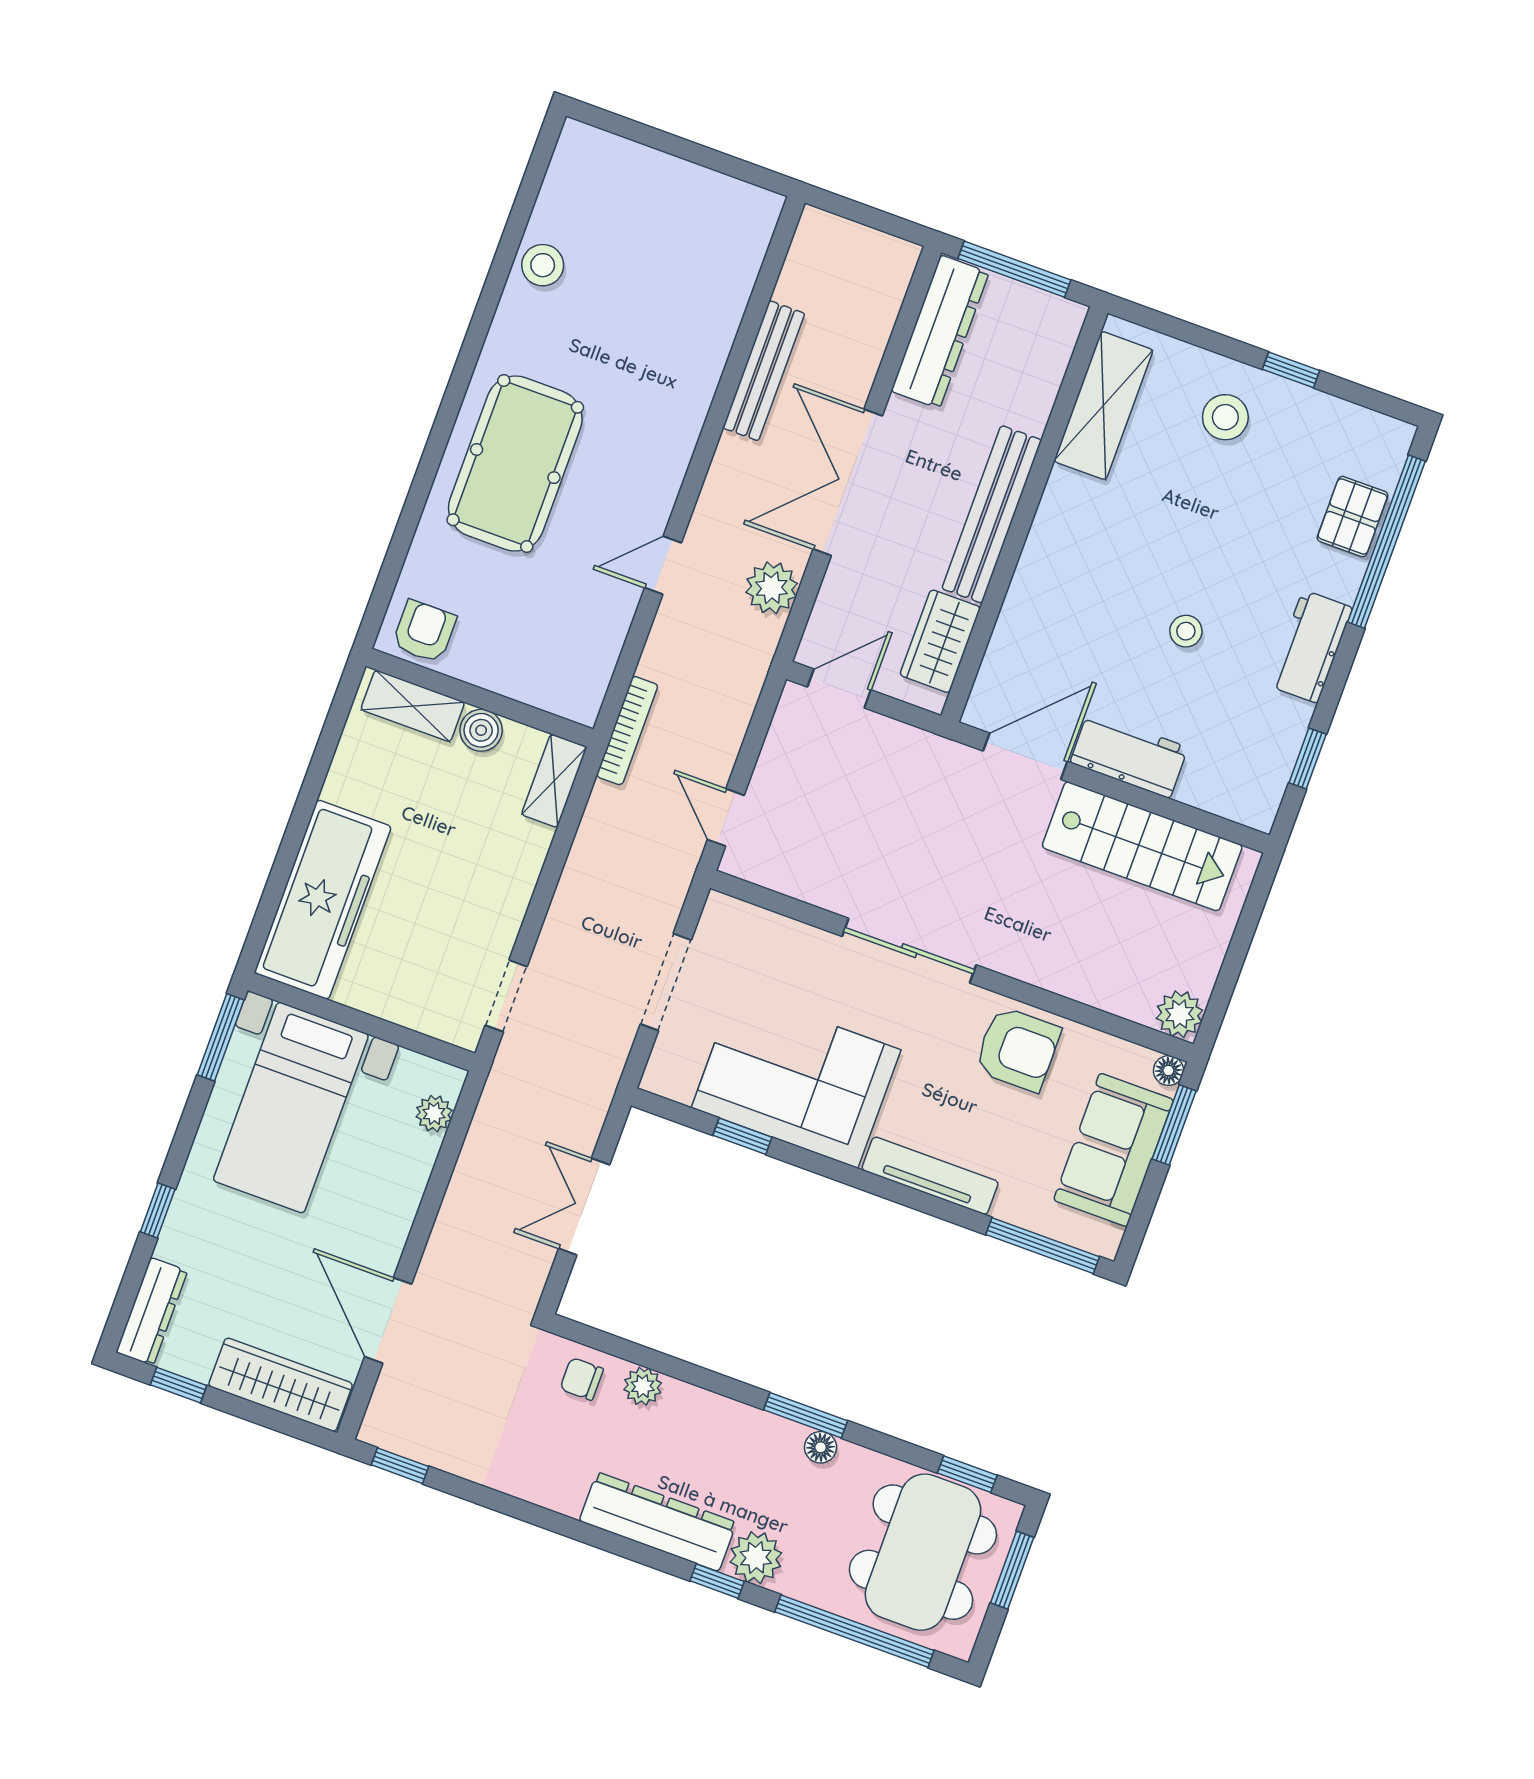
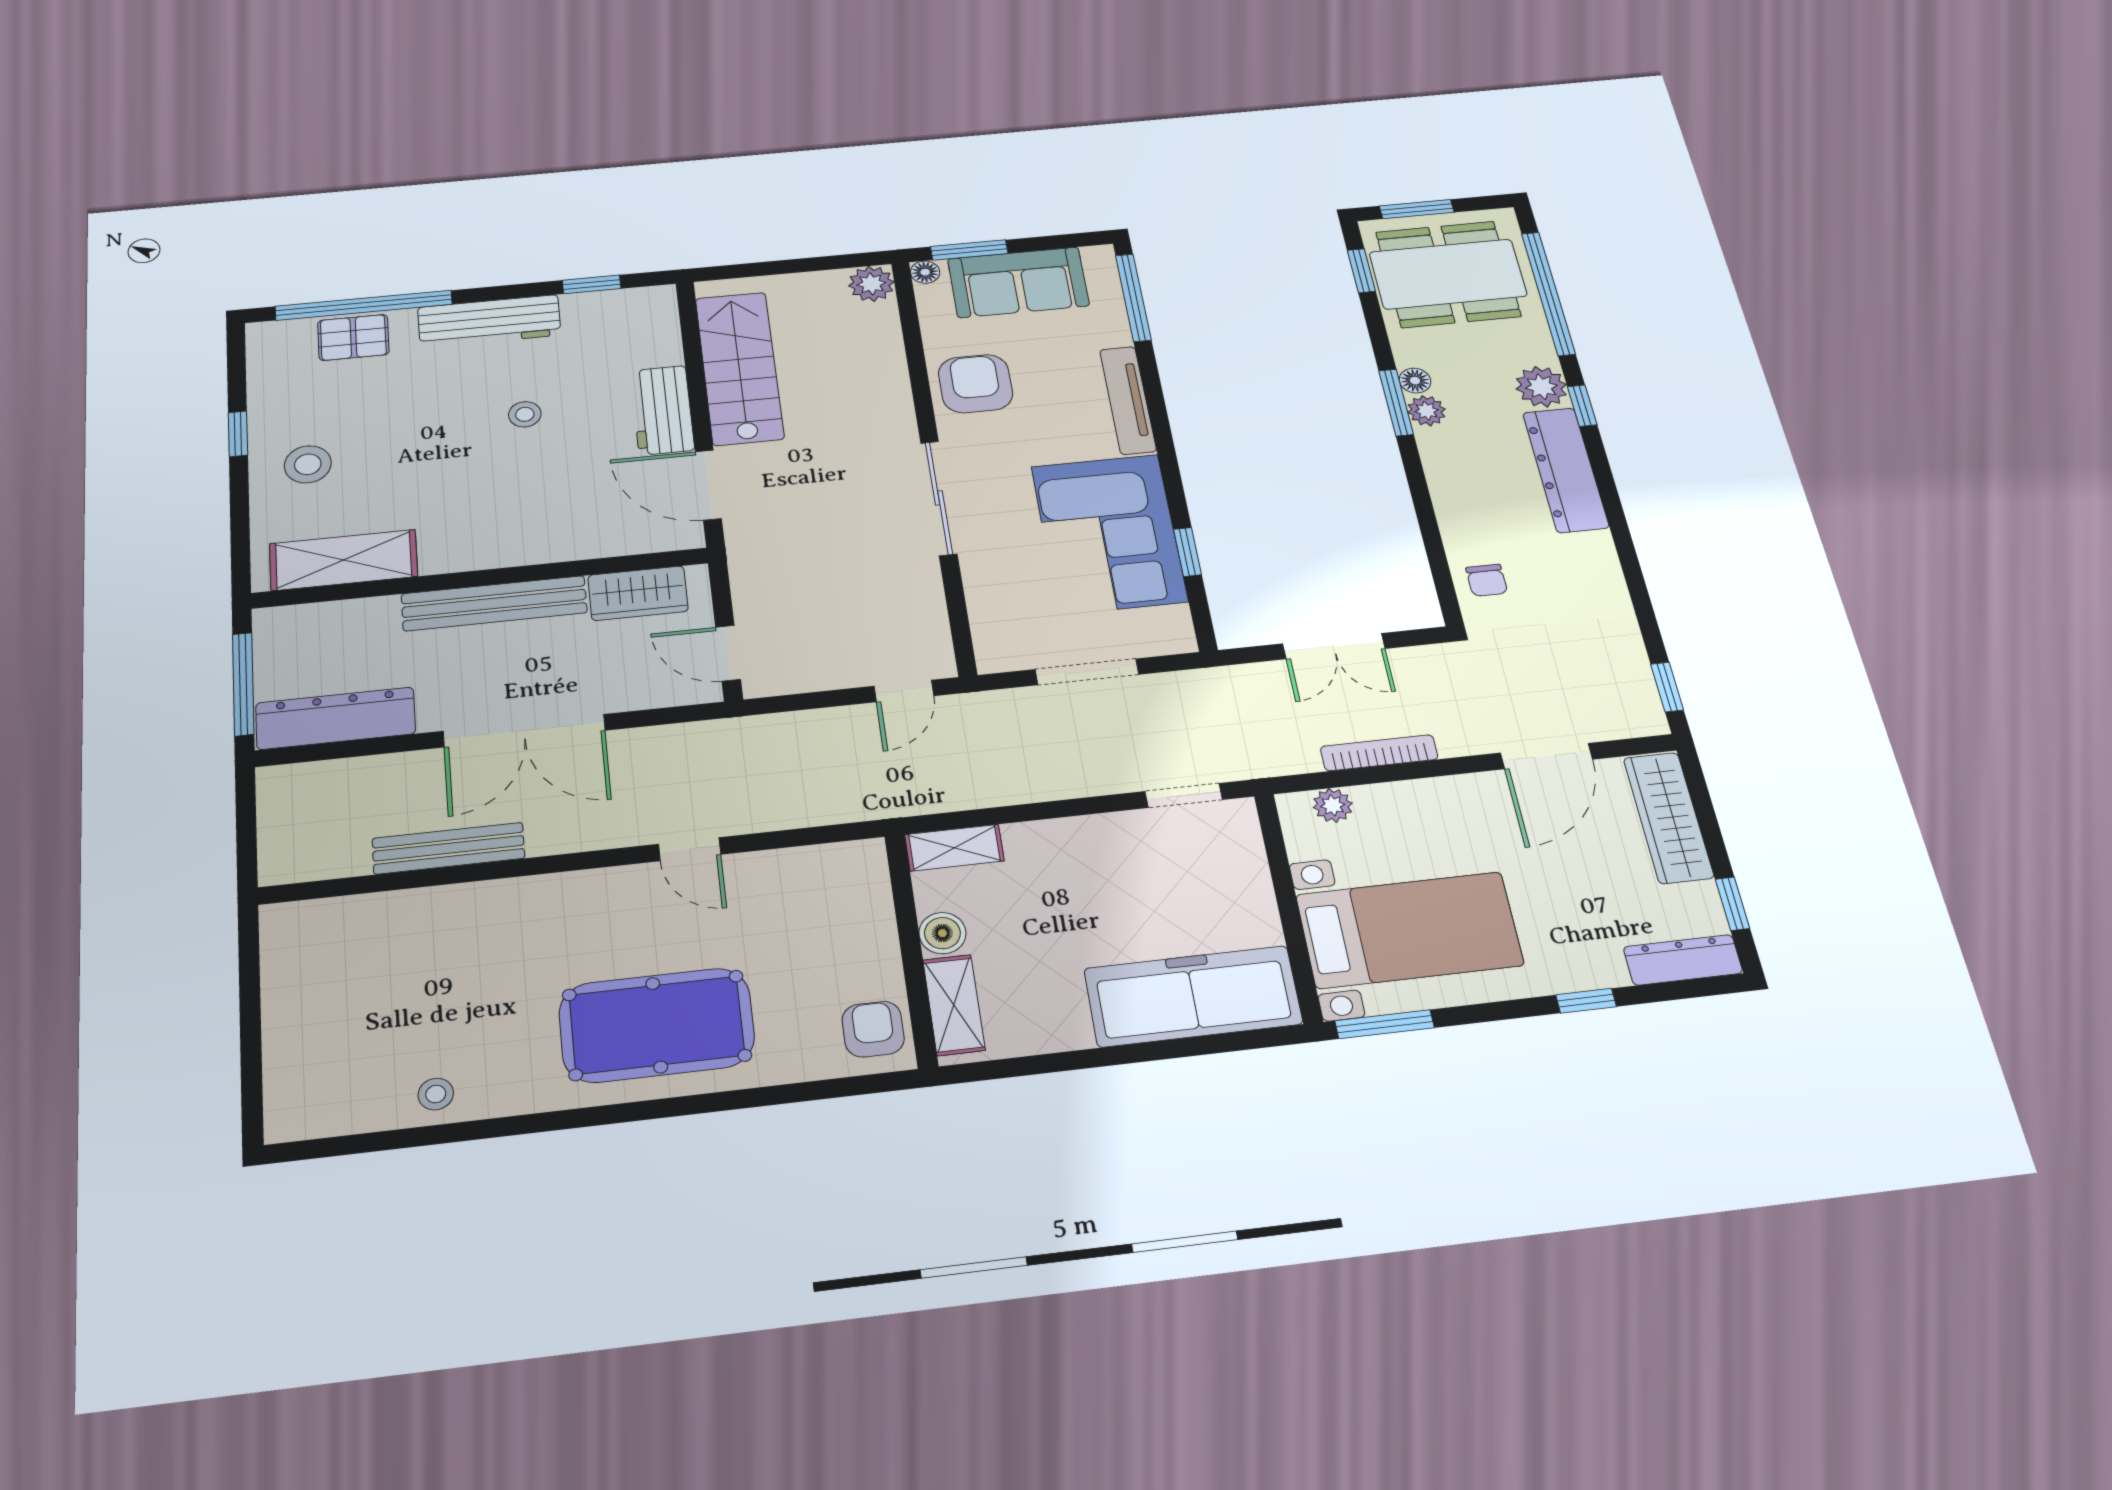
stool: (543, 265) -> (436, 1094), width x0.73, depth x0.73
plant: (772, 588) -> (662, 749), removed
armchair: (424, 631) -> (873, 1029), turned 90
workbench: (1310, 647) -> (489, 321), width x1.38
bookcase: (627, 731) -> (1379, 753), moved
plant: (643, 1386) -> (1427, 411), moved

